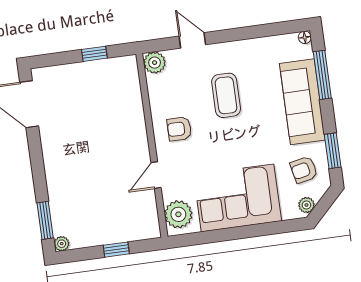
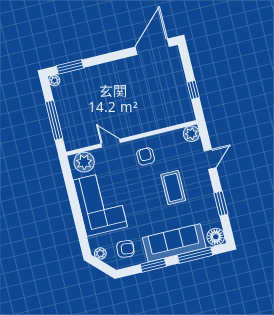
window: (255, 32) -> (221, 204), added
floor lamp: (305, 37) -> (216, 237), width x1.89, depth x1.89
coffee table: (226, 95) -> (173, 188), turned 90
window: (333, 151) -> (153, 265), moved
armchair: (304, 170) -> (125, 249), turned 108
window: (116, 250) -> (54, 120), width x2.17

